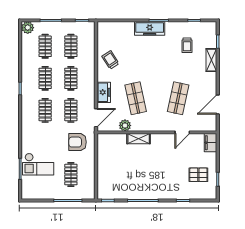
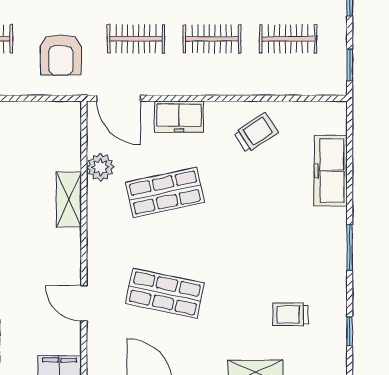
freezer: (150, 28) -> (331, 171), moved
armchair: (78, 142) -> (61, 55), turned 180

